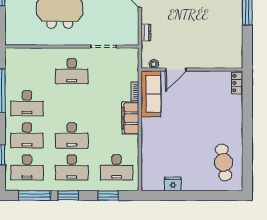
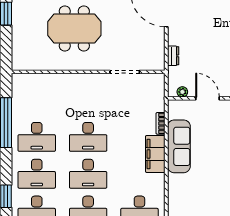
door: (176, 70) -> (208, 98), swing flipped
desk: (72, 71) -> (88, 137), moved
sofa: (151, 94) -> (179, 146), moved

